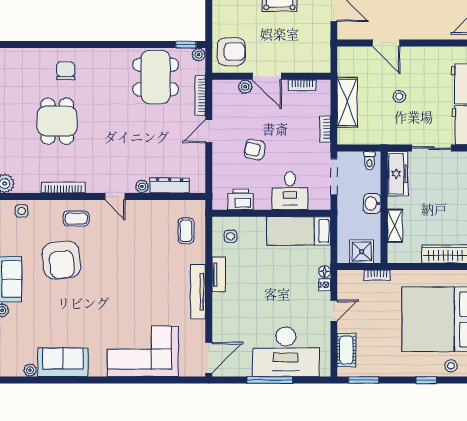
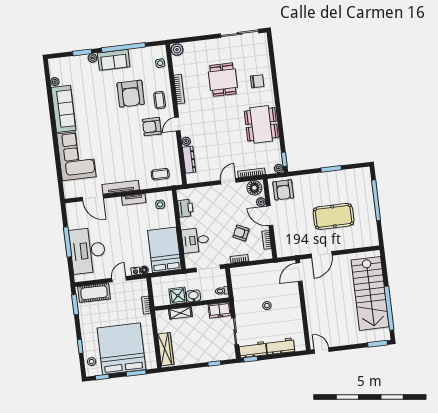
door: (386, 43) -> (299, 272), moved
door: (267, 76) -> (270, 216), hinge flipped
dining table: (156, 77) -> (261, 124), moved, turned 90
floor lamp: (223, 94) -> (254, 188), added
shelving: (347, 102) -> (259, 271), removed
dining table: (57, 121) -> (223, 80), turned 90
door: (209, 131) -> (228, 181), hinge flipped
armchair: (255, 150) -> (241, 233), moved, turned -78
freezer: (398, 174) -> (220, 310), width x0.71
bed: (299, 231) -> (164, 250), width x1.50
armchair: (114, 235) -> (152, 127), added
shower: (362, 252) -> (178, 296), moved
armchair: (61, 260) -> (131, 94), turned -84
door: (334, 311) -> (119, 279), swing flipped
cot: (346, 350) -> (94, 293), width x1.37, depth x1.34
door: (209, 358) -> (93, 198), moved
sofa: (63, 362) -> (63, 109), width x1.36

